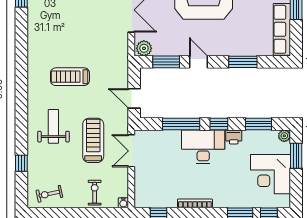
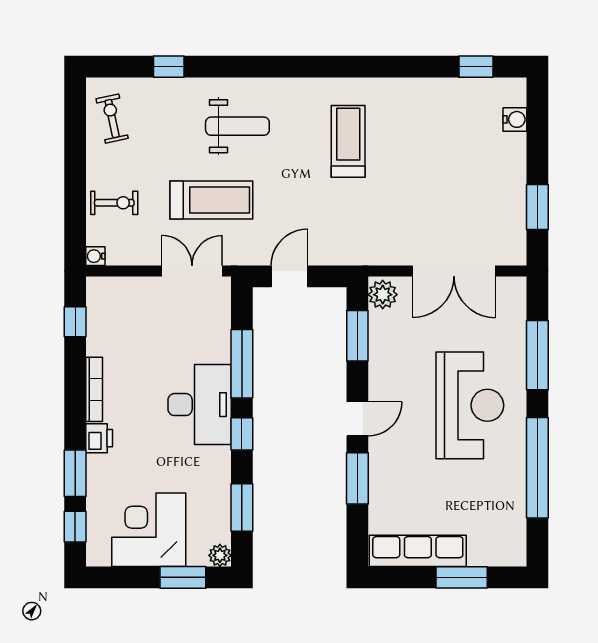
door: (199, 62) -> (357, 419), moved
treadmill: (70, 77) -> (348, 141), moved
printer: (234, 137) -> (99, 438), moved, turned 180

